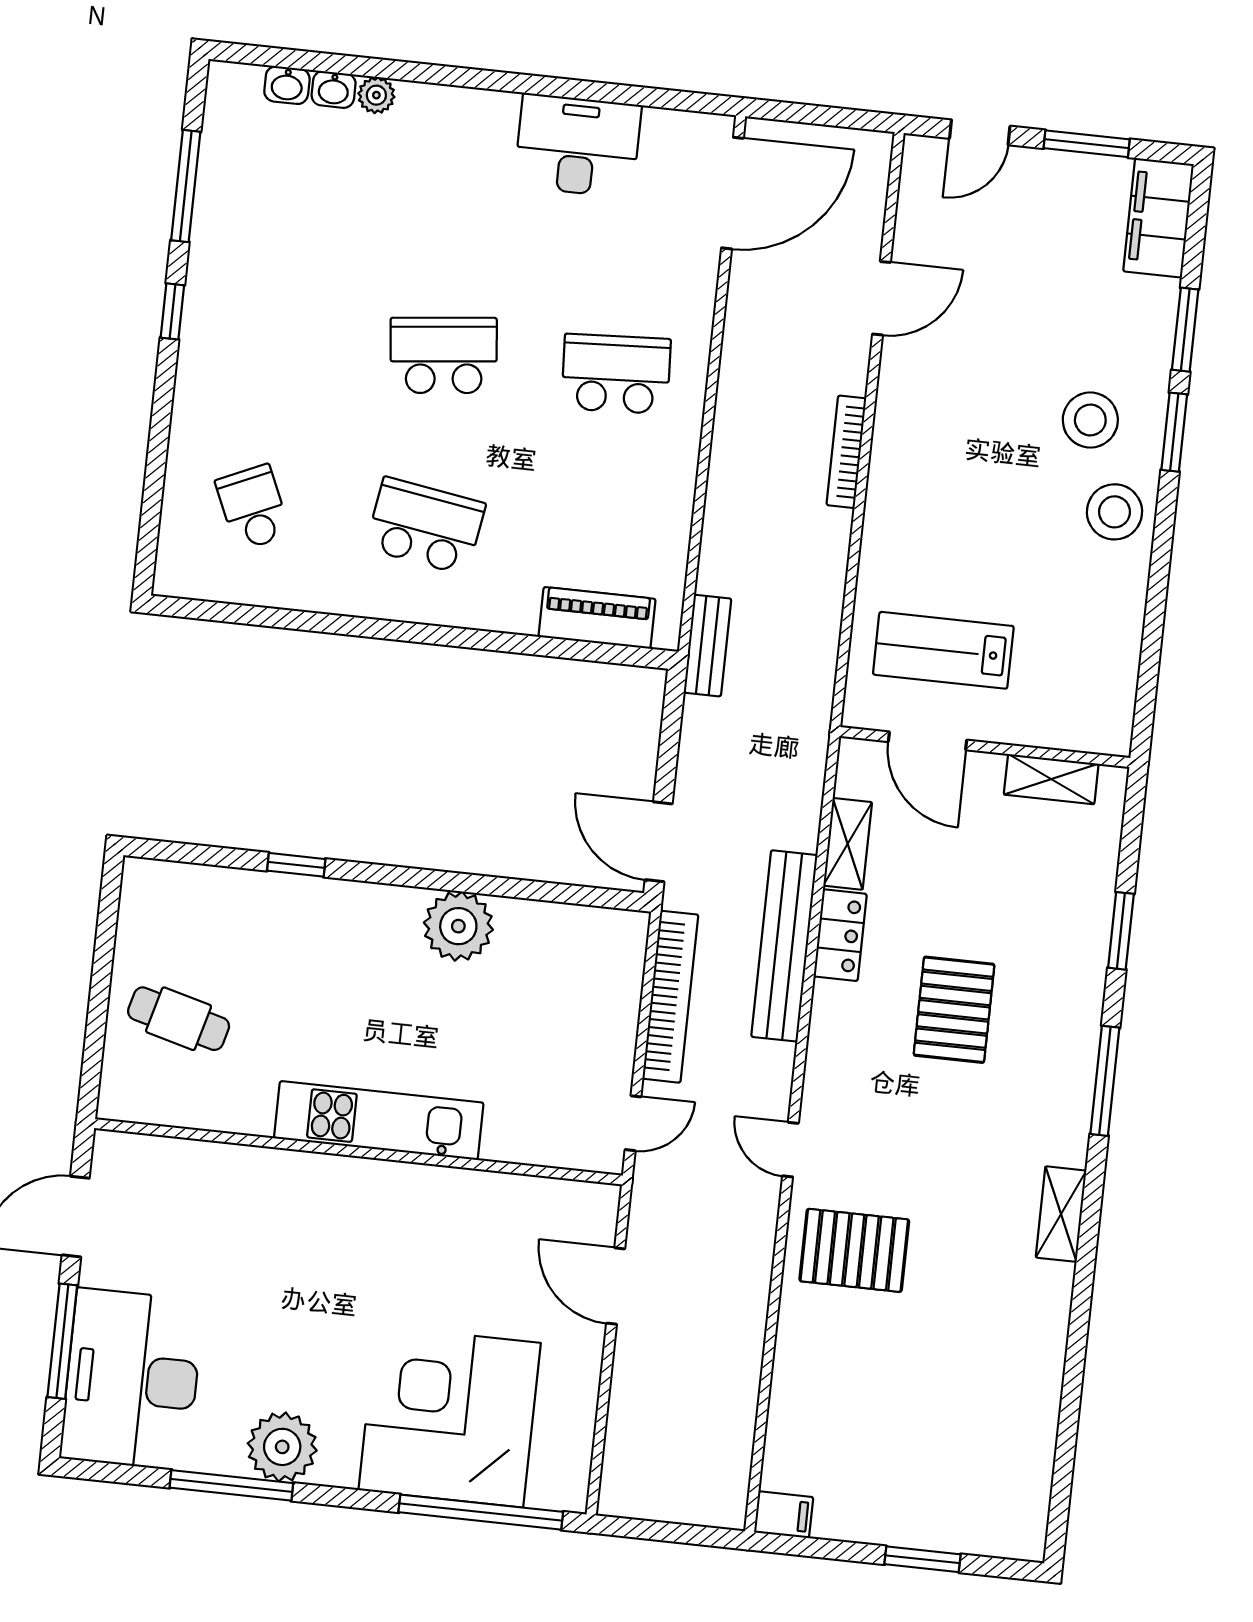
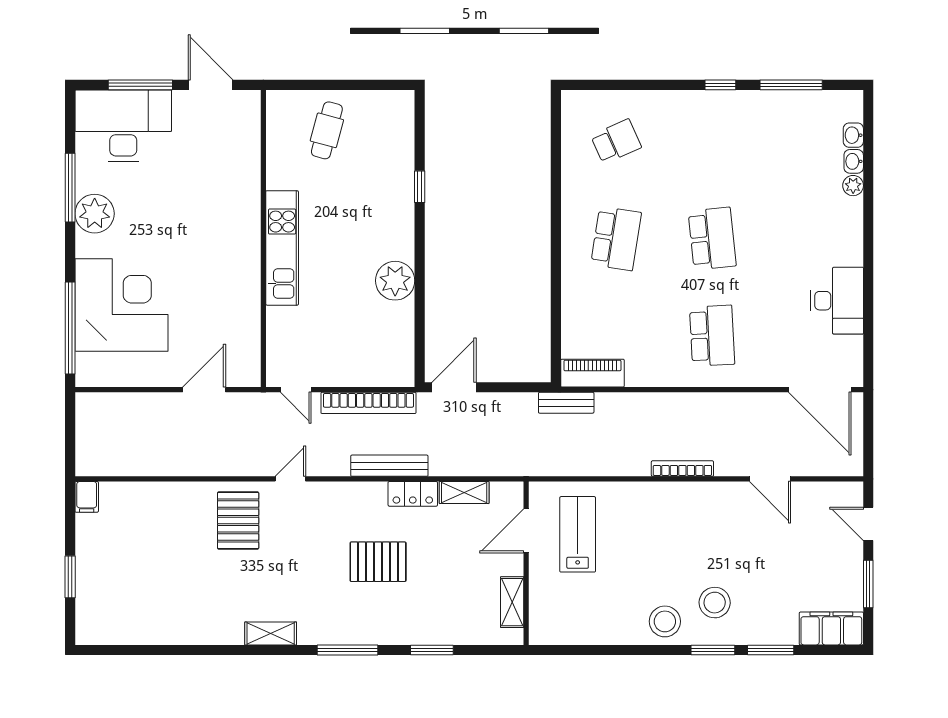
piano: (597, 618) -> (592, 373), moved, turned -90
bench: (784, 946) -> (389, 466), width x0.73, depth x0.82

